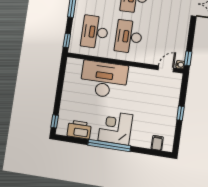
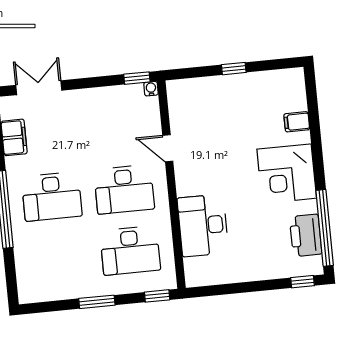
door: (166, 69) -> (168, 148), moved
desk: (104, 79) -> (203, 225), width x0.73, depth x0.77
filing cabinet: (157, 143) -> (297, 122), moved
window: (109, 145) -> (325, 228), moved

